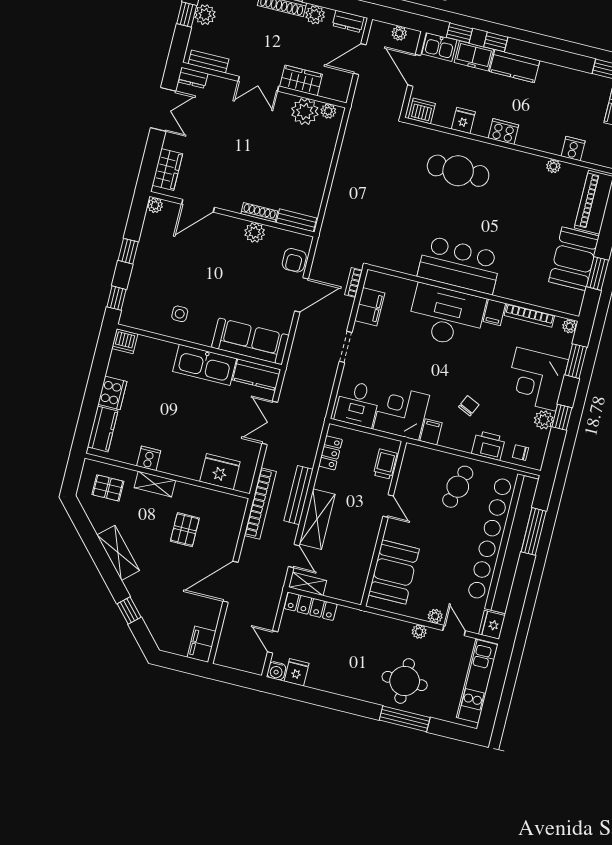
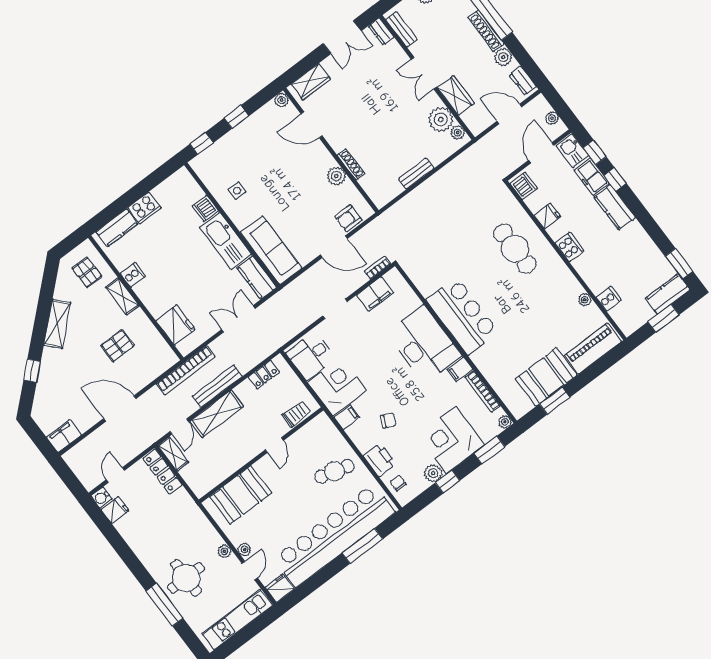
bench: (296, 220) -> (416, 174), moved, turned 90
dishwasher: (125, 341) -> (205, 208), moved

